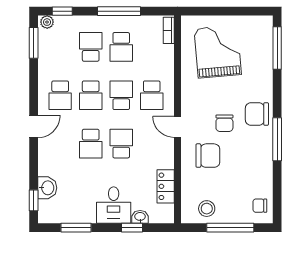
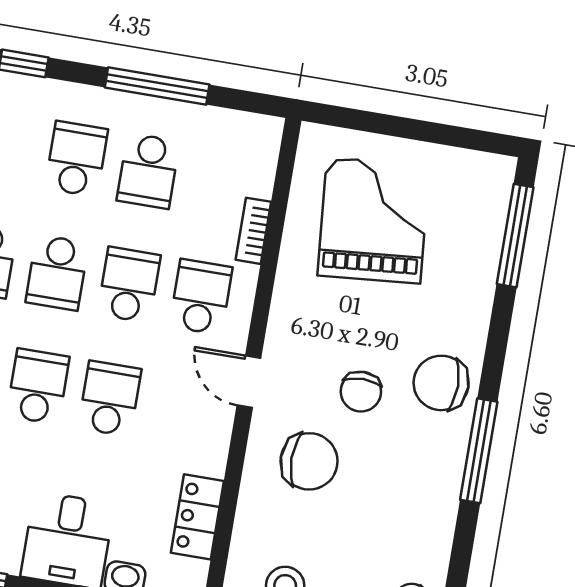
bookcase: (169, 30) -> (253, 231), moved
school desk: (152, 95) -> (201, 297), turned 180
school desk: (91, 144) -> (38, 386), turned 180

